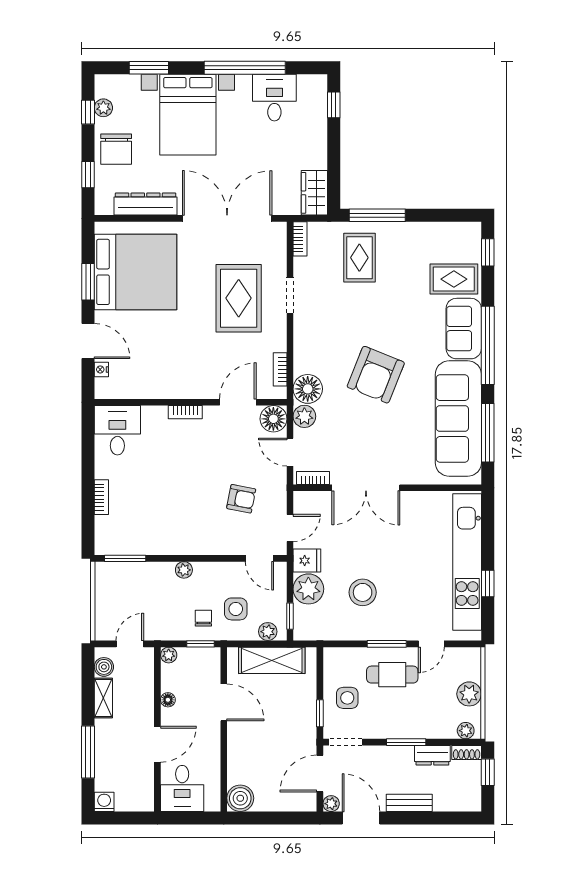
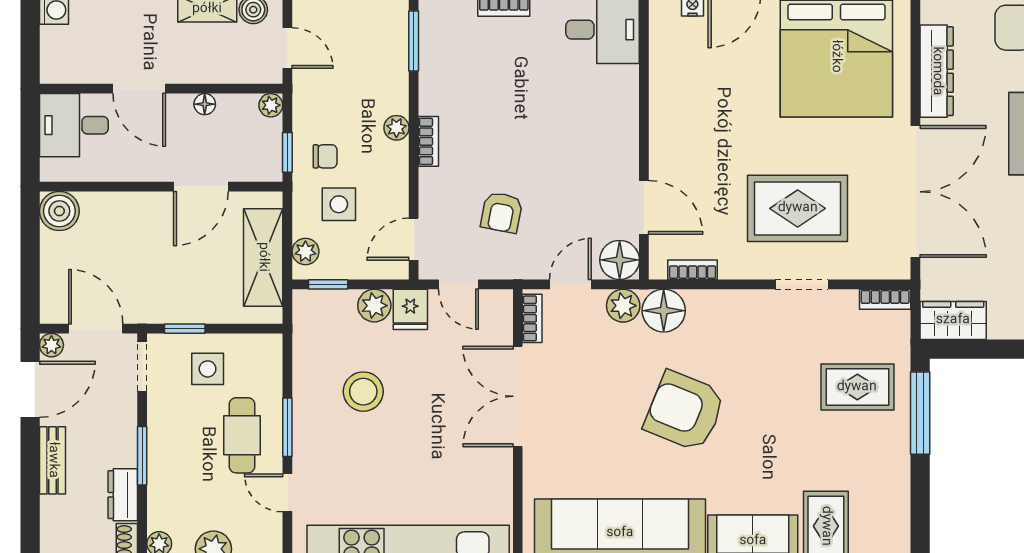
bookcase: (185, 412) -> (428, 141), moved, turned 180
plant: (308, 589) -> (374, 306), width x0.73, depth x0.73

